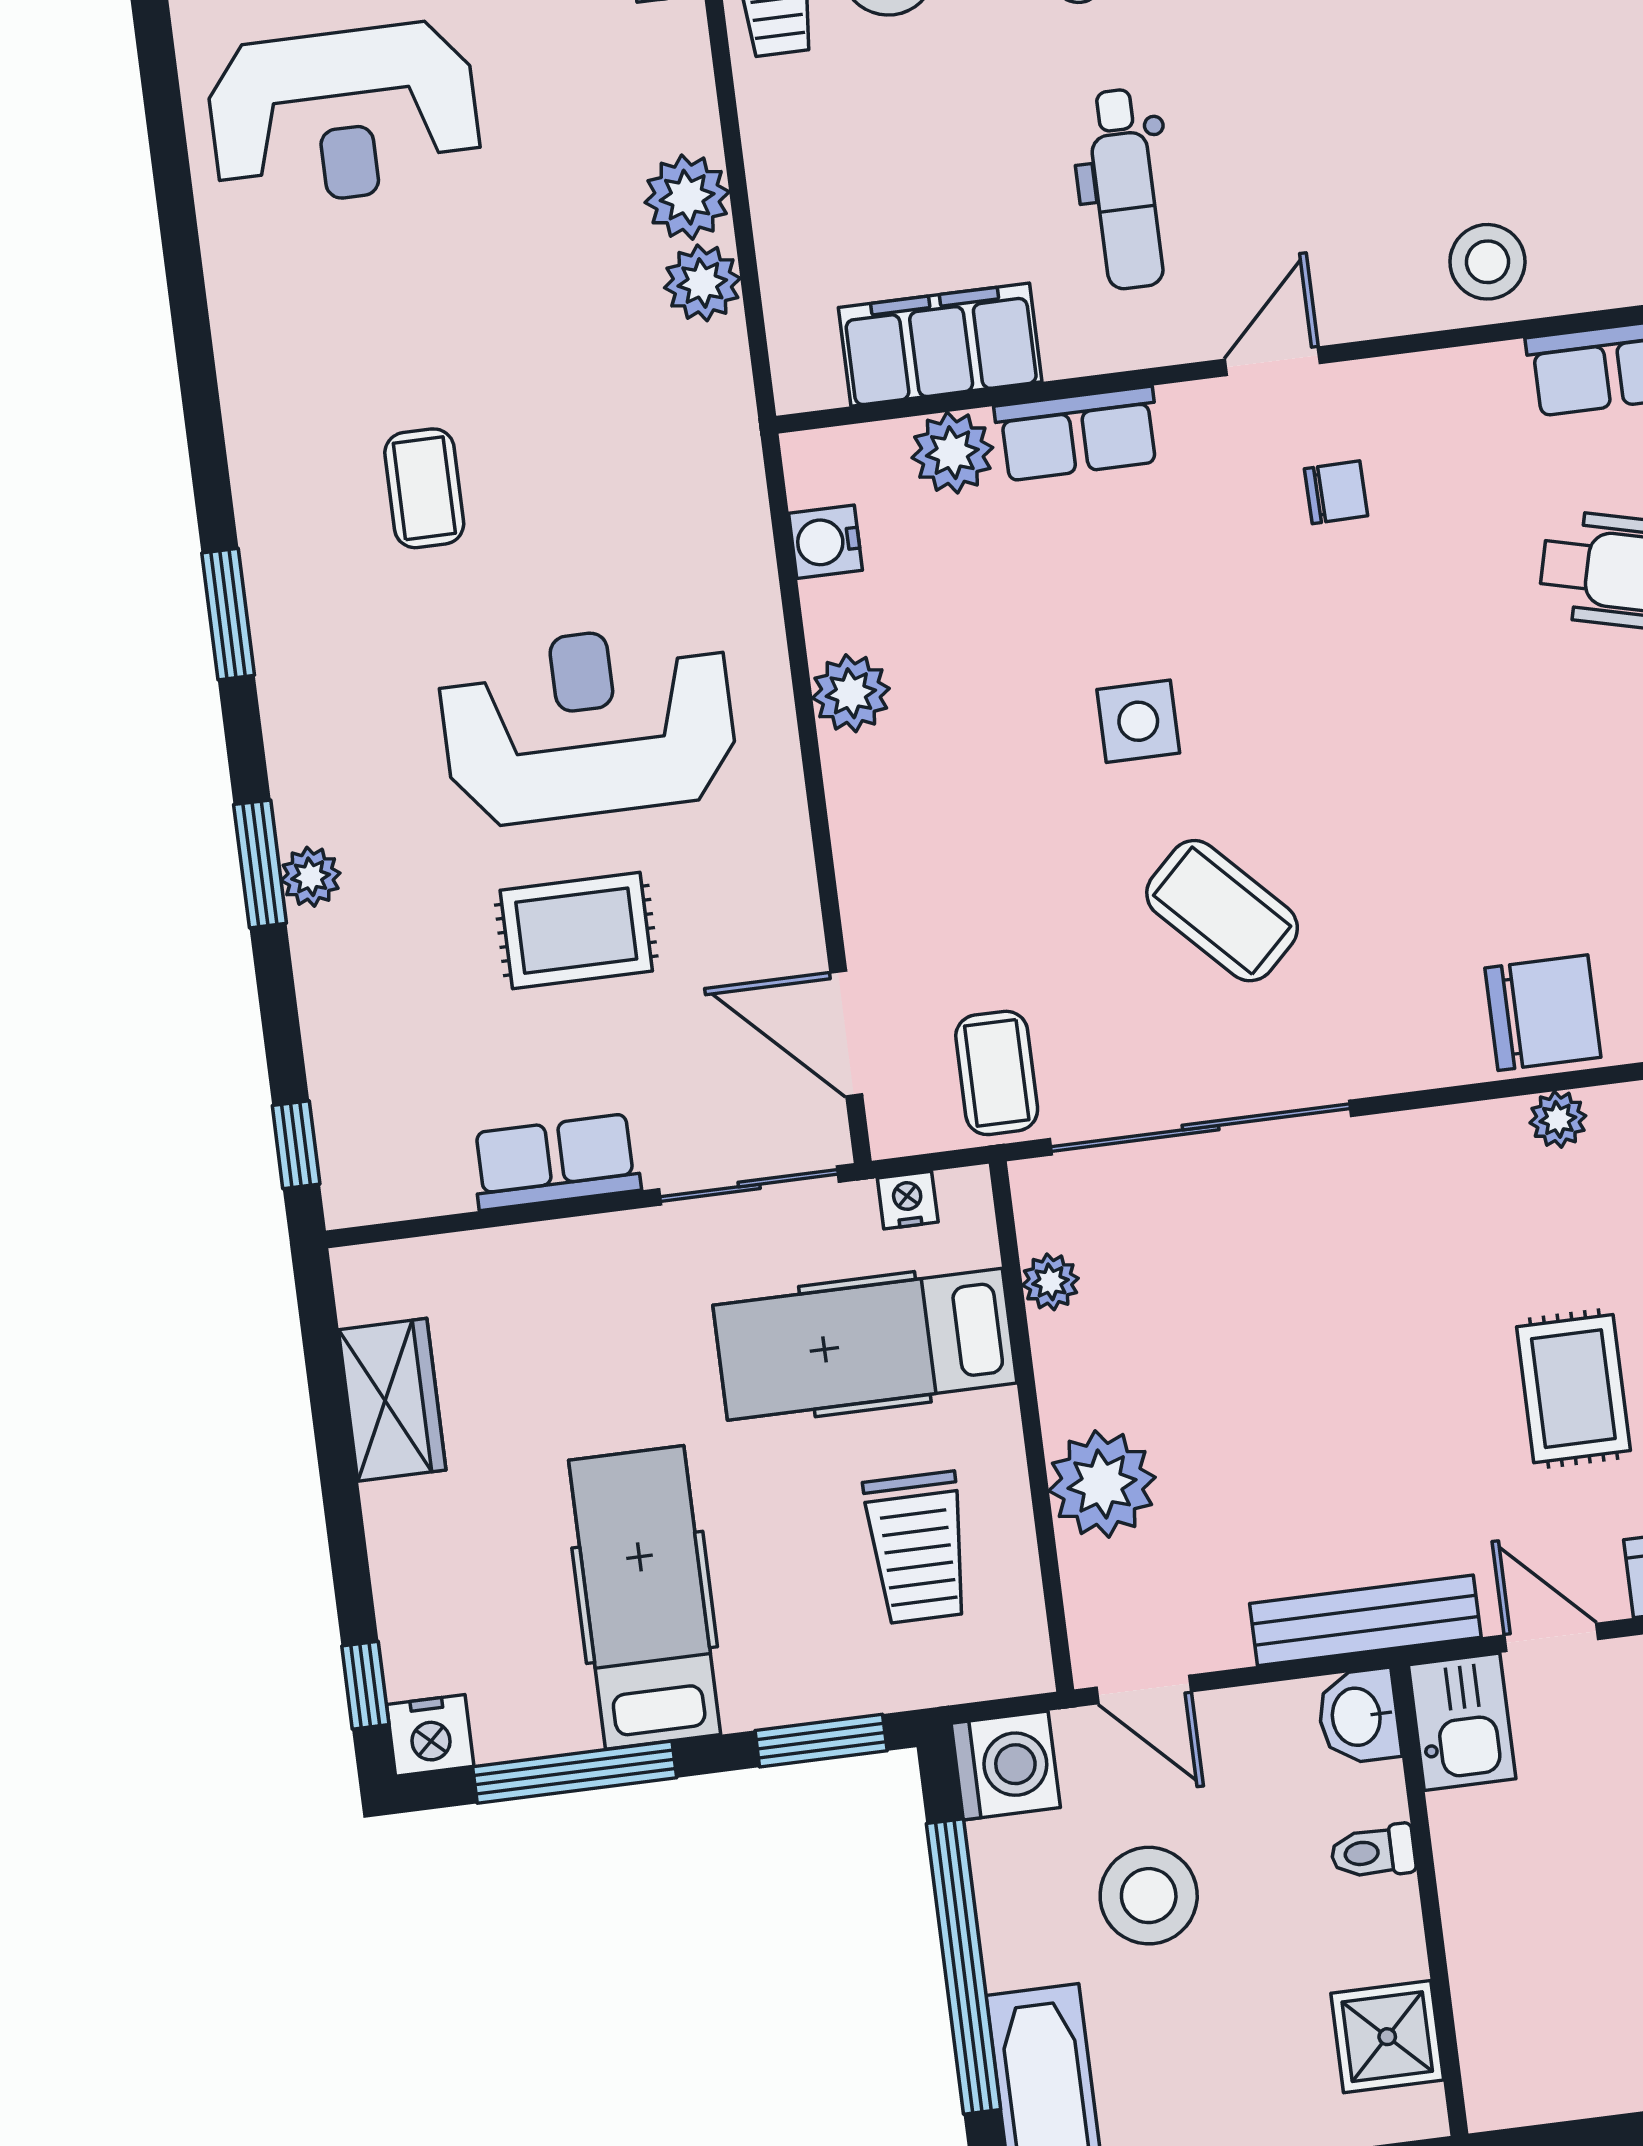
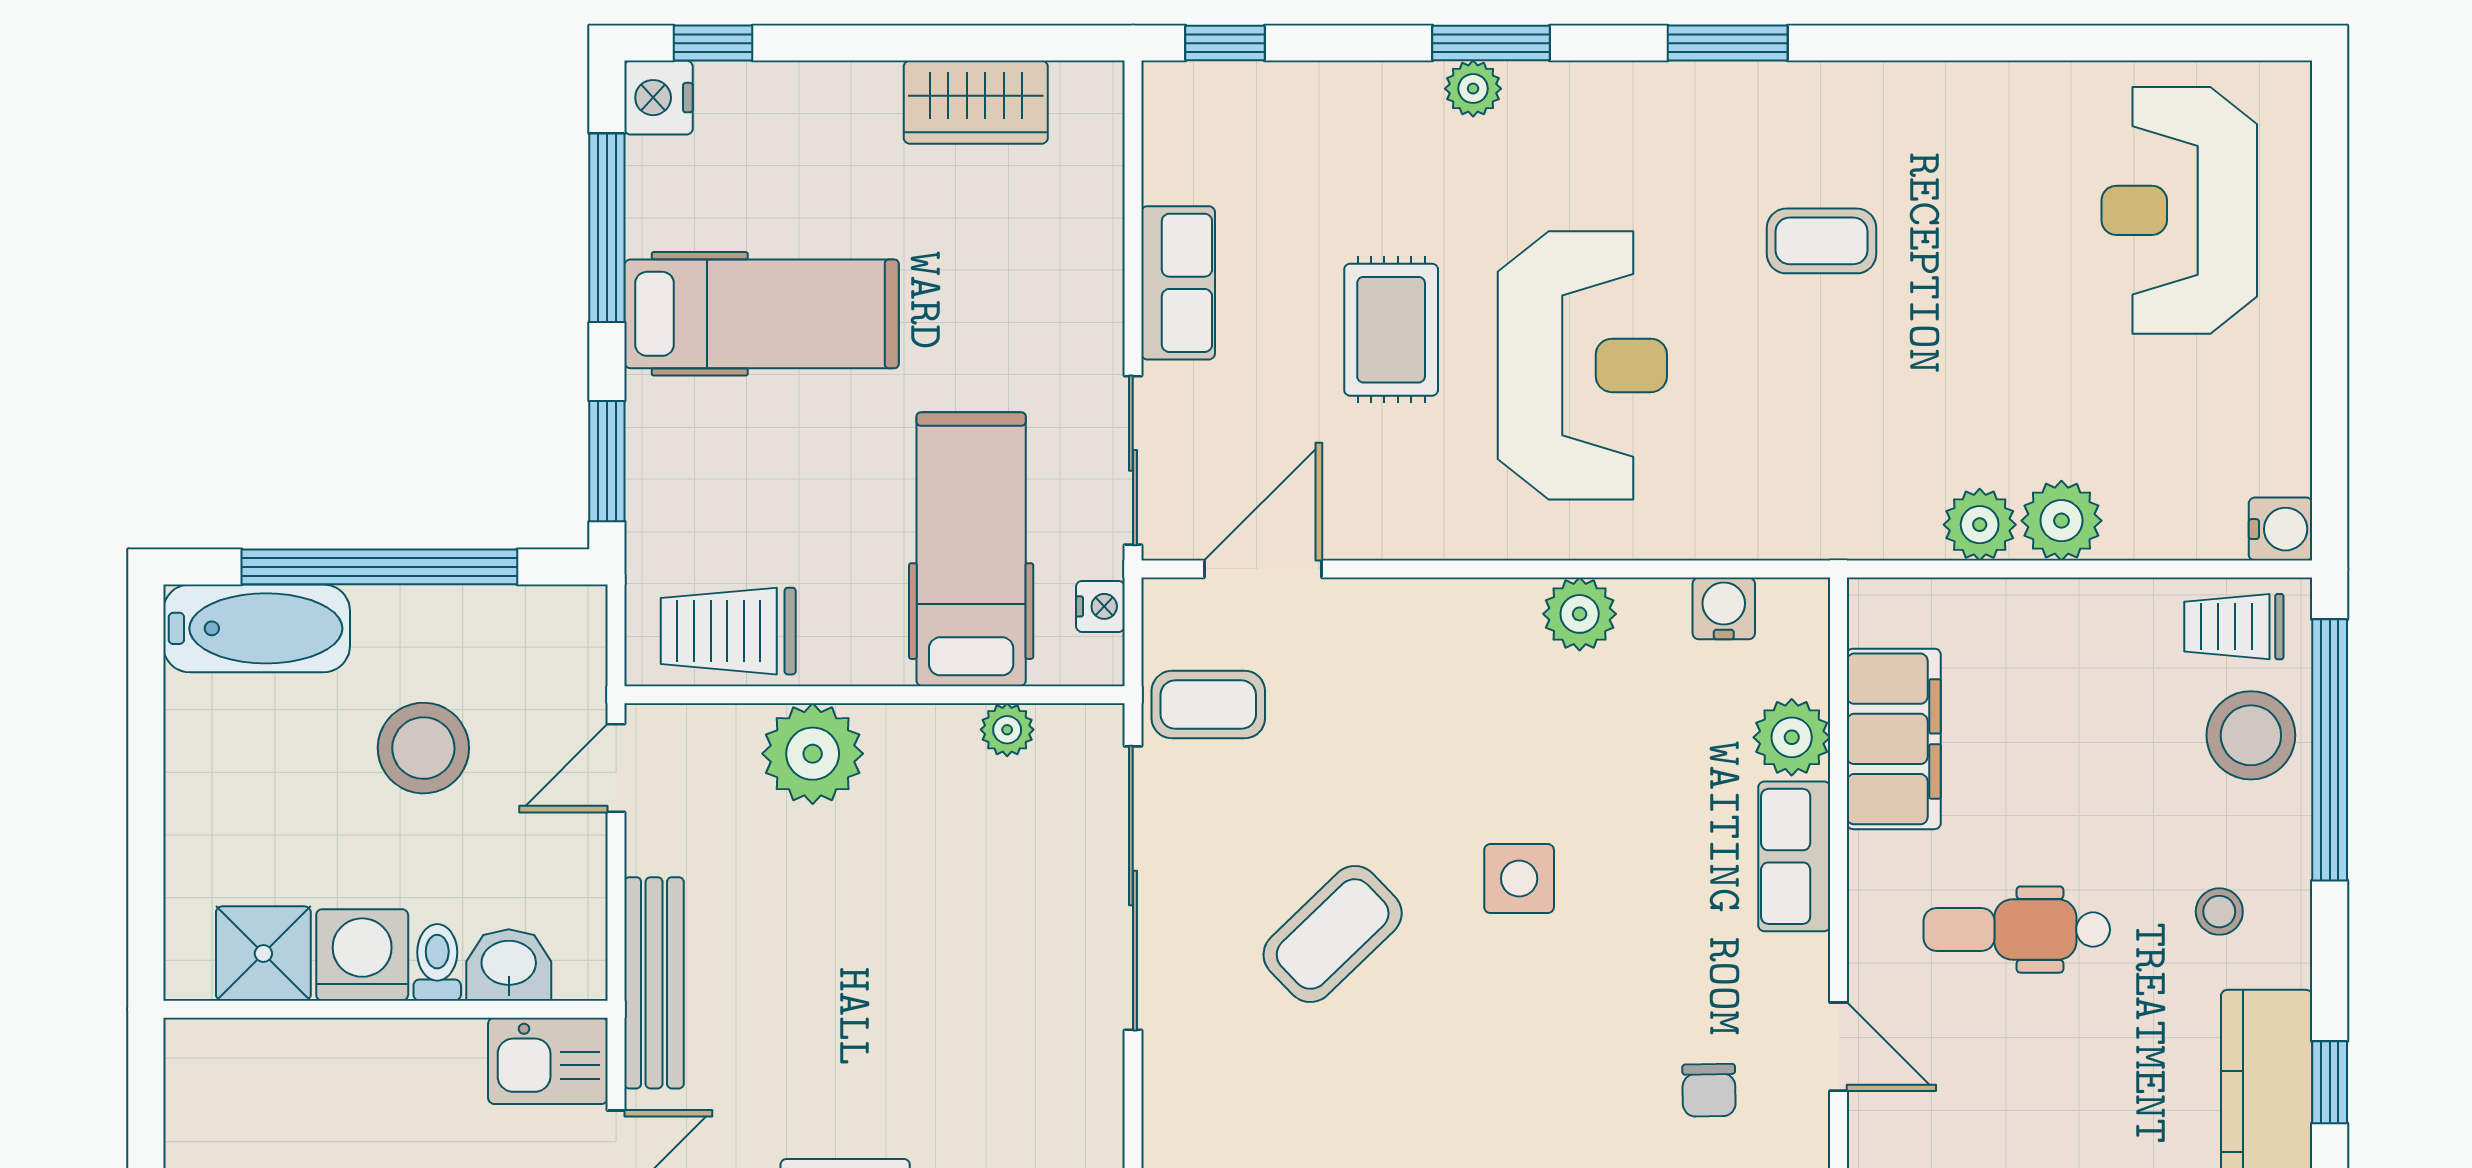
trolley: (917, 1548) -> (728, 631), moved
washbasin: (1358, 1716) -> (509, 965), moved
washing machine: (1006, 1765) -> (362, 955), moved, turned 180

